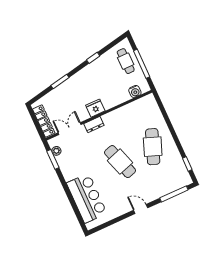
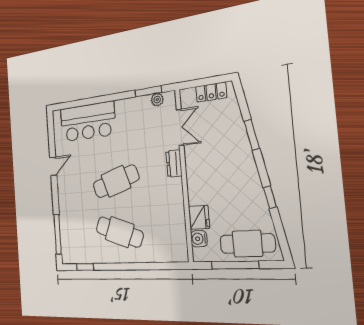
cafe table: (126, 61) -> (247, 244), width x1.37, depth x1.35
fridge: (95, 108) -> (199, 217), moved
locker: (44, 121) -> (211, 92), width x0.66
door: (141, 209) -> (53, 166), moved

